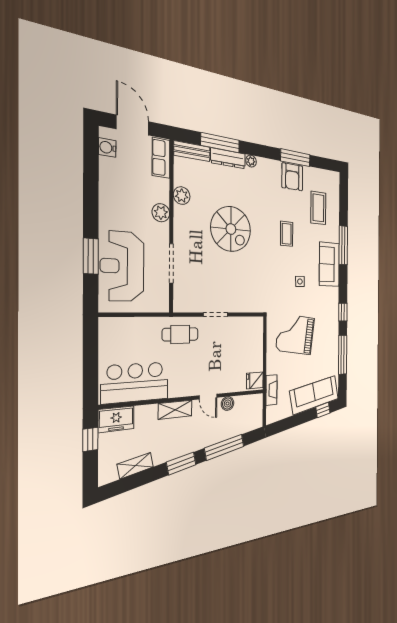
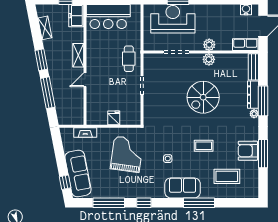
window: (220, 143) -> (263, 101), moved
plant: (182, 196) -> (209, 59), moved
fridge: (255, 380) -> (114, 118), moved
bar counter: (135, 383) -> (108, 16), moved, turned 90
boiler: (228, 403) -> (79, 95), removed

